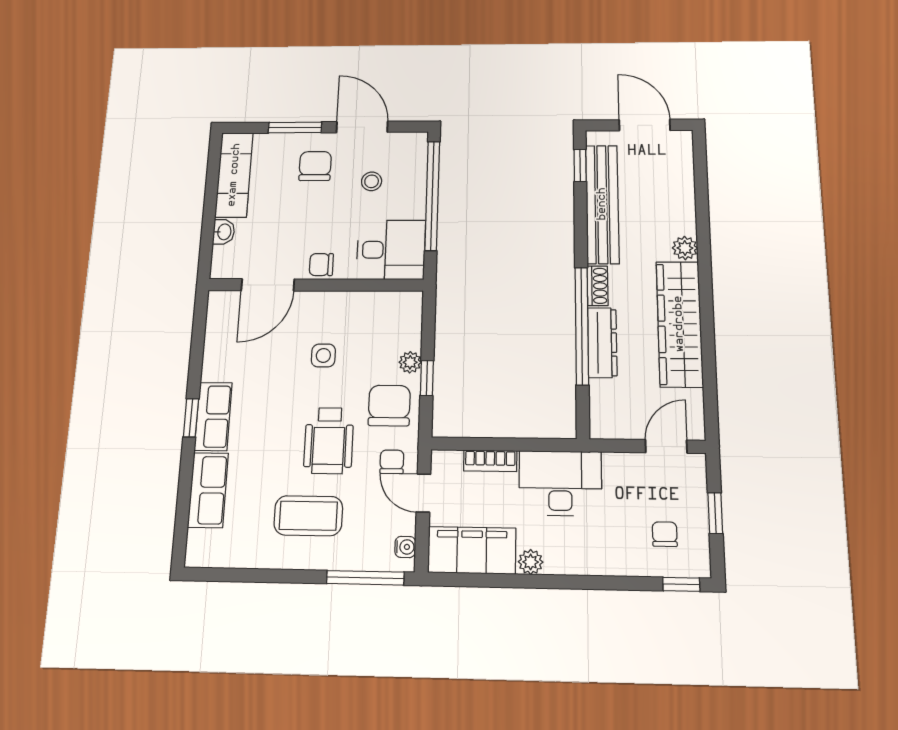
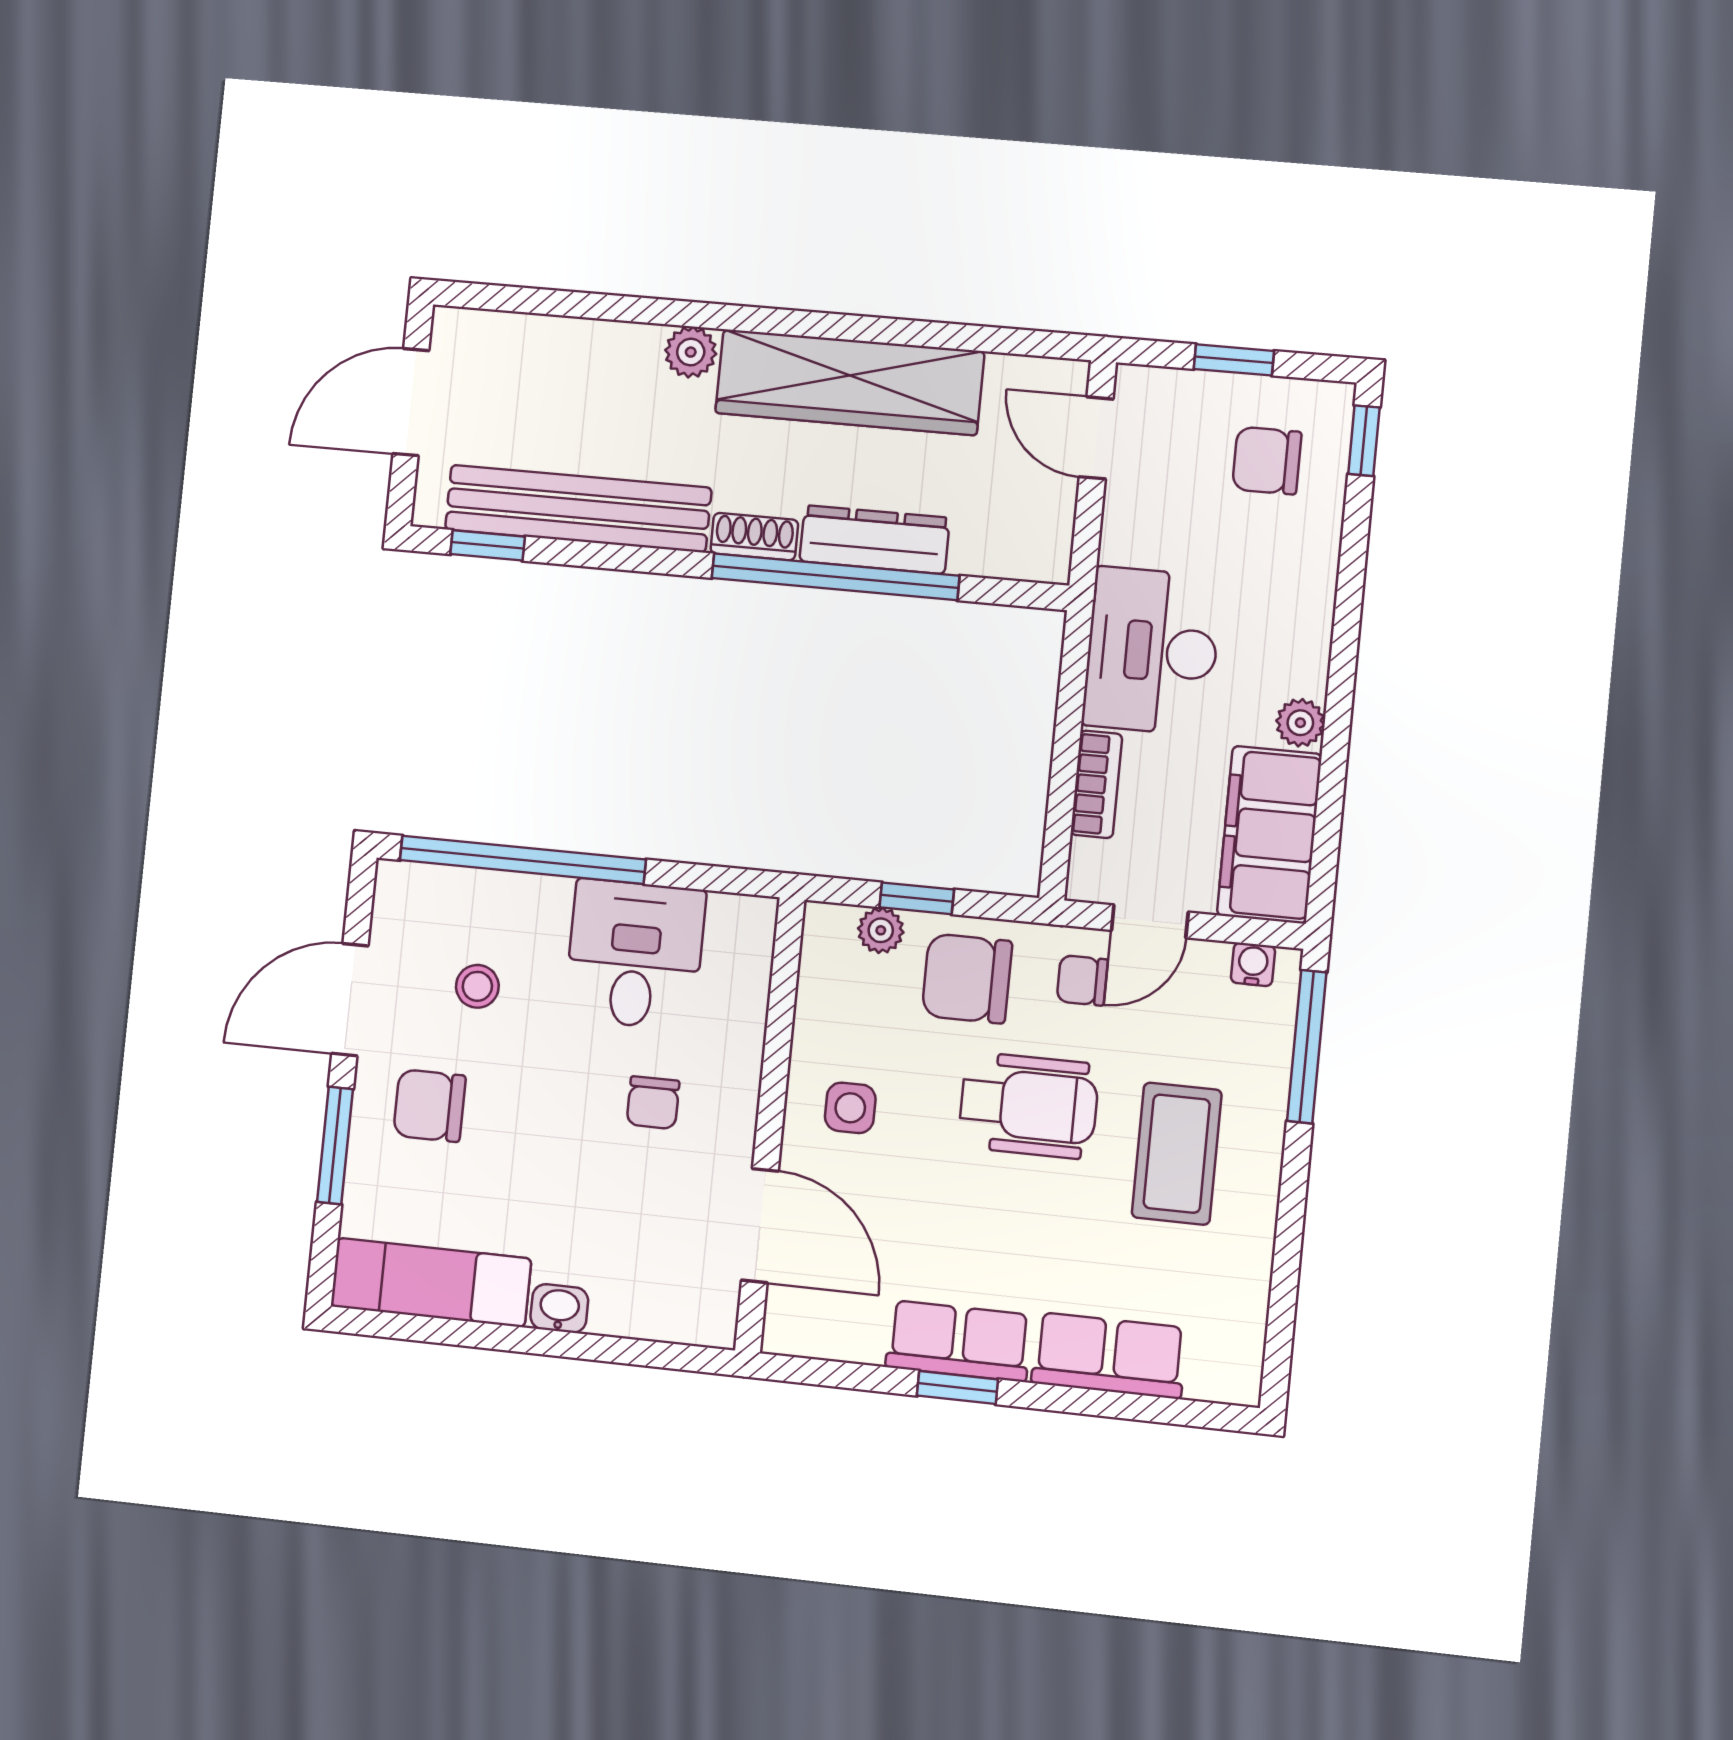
door: (268, 285) -> (760, 1226), moved
wall: (315, 285) -> (770, 1125), moved
chair: (665, 534) -> (1267, 461), width x1.37, depth x1.37

